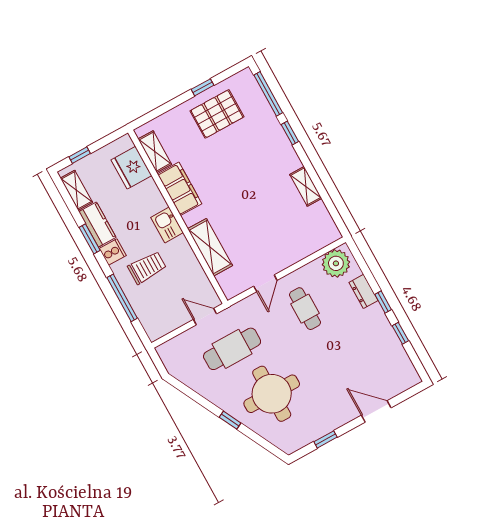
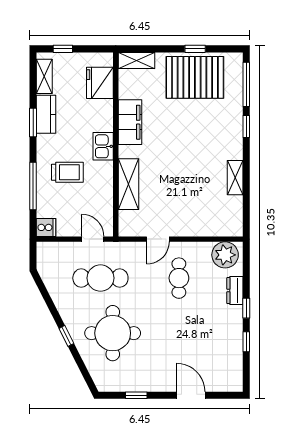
pallet: (217, 114) -> (195, 77), width x1.37, depth x1.41
shelving: (155, 152) -> (137, 60), moved, turned 90
cooker: (113, 252) -> (46, 227), moved

